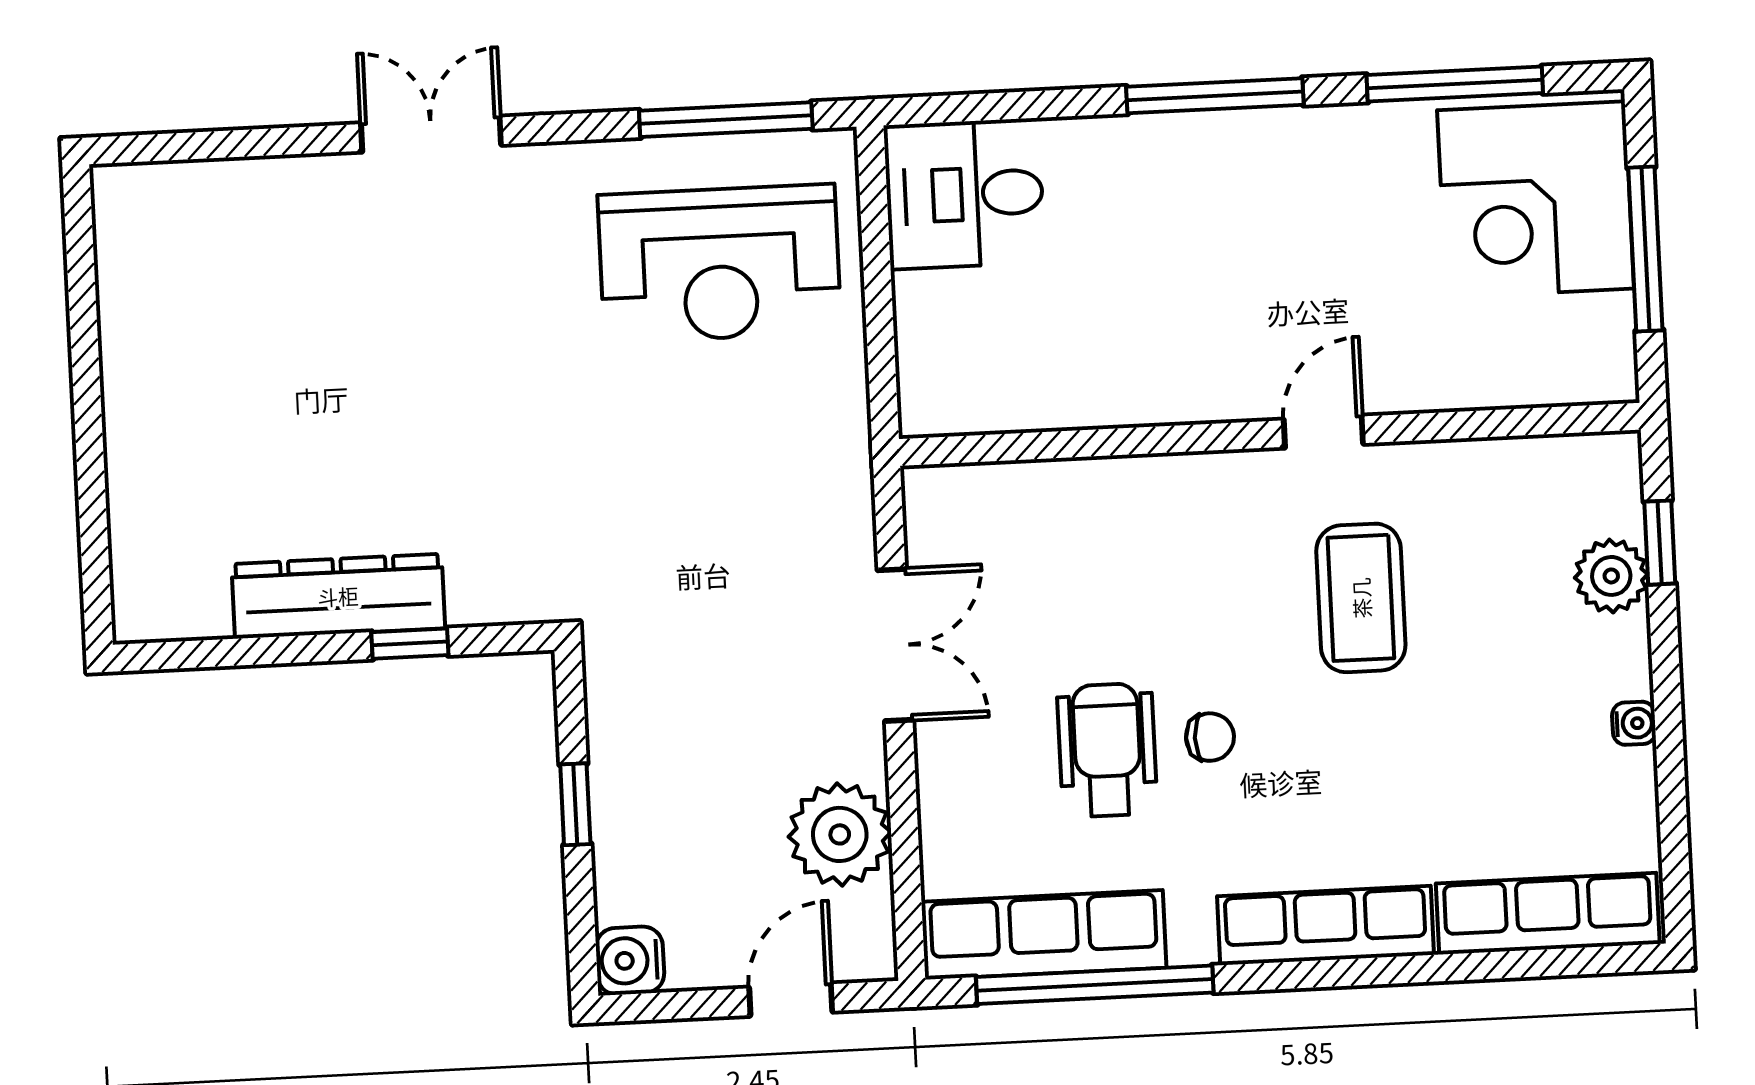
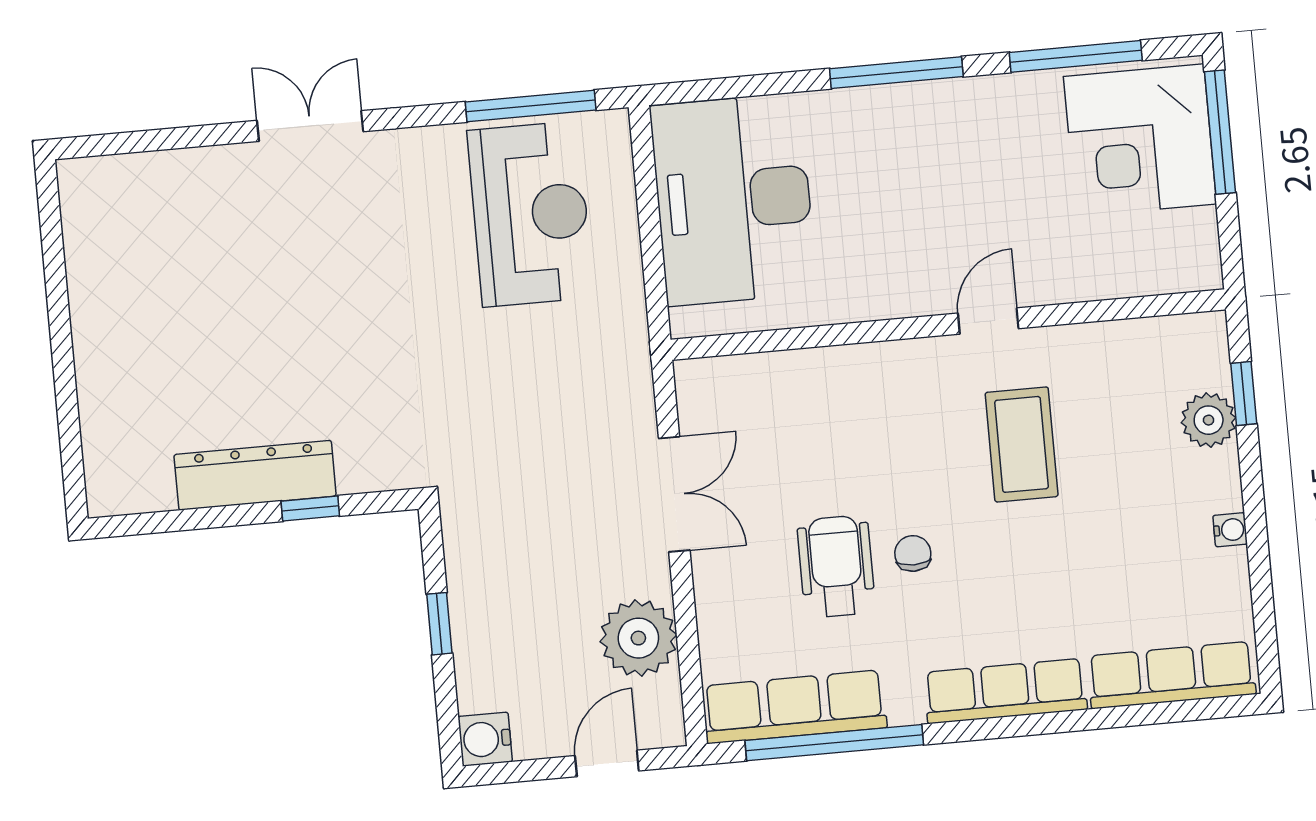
desk: (964, 194) -> (733, 200), width x1.87, depth x1.30
window: (1645, 249) -> (1220, 132), moved
reception desk: (719, 264) -> (530, 214), turned -90
chair: (1210, 737) -> (913, 553), turned -90

